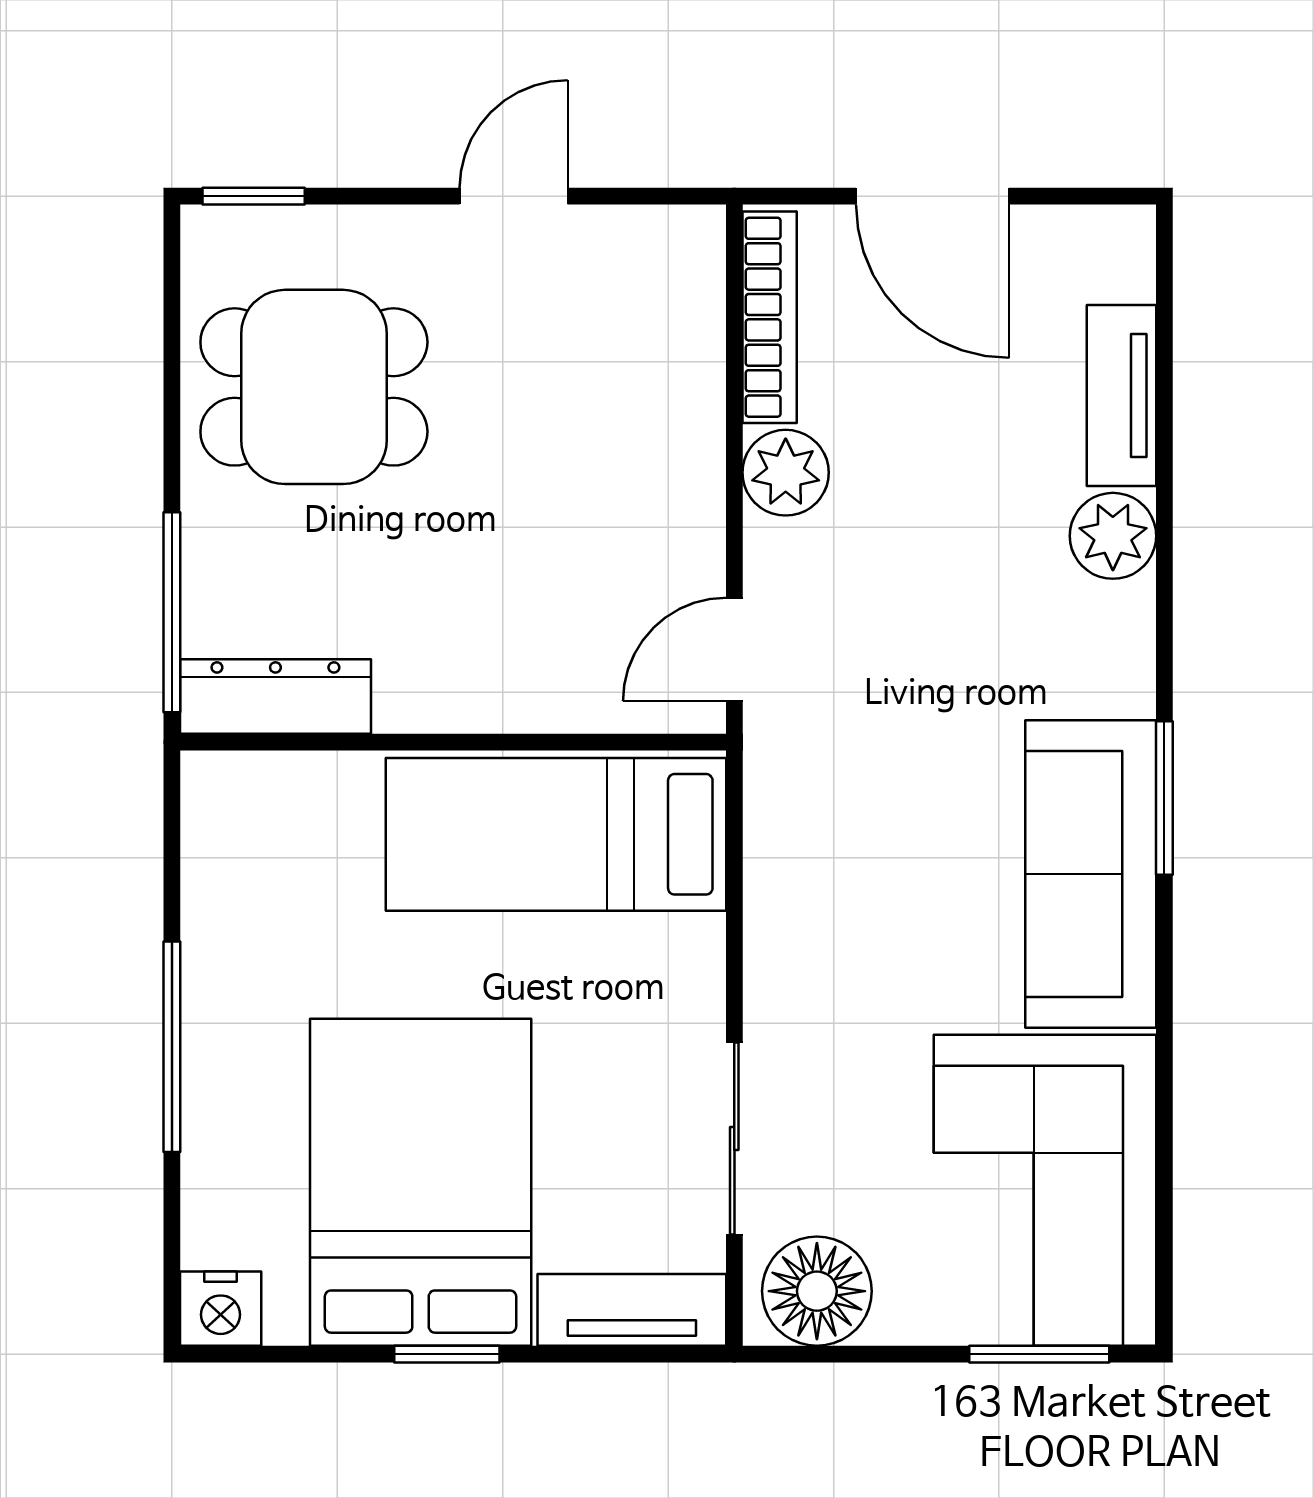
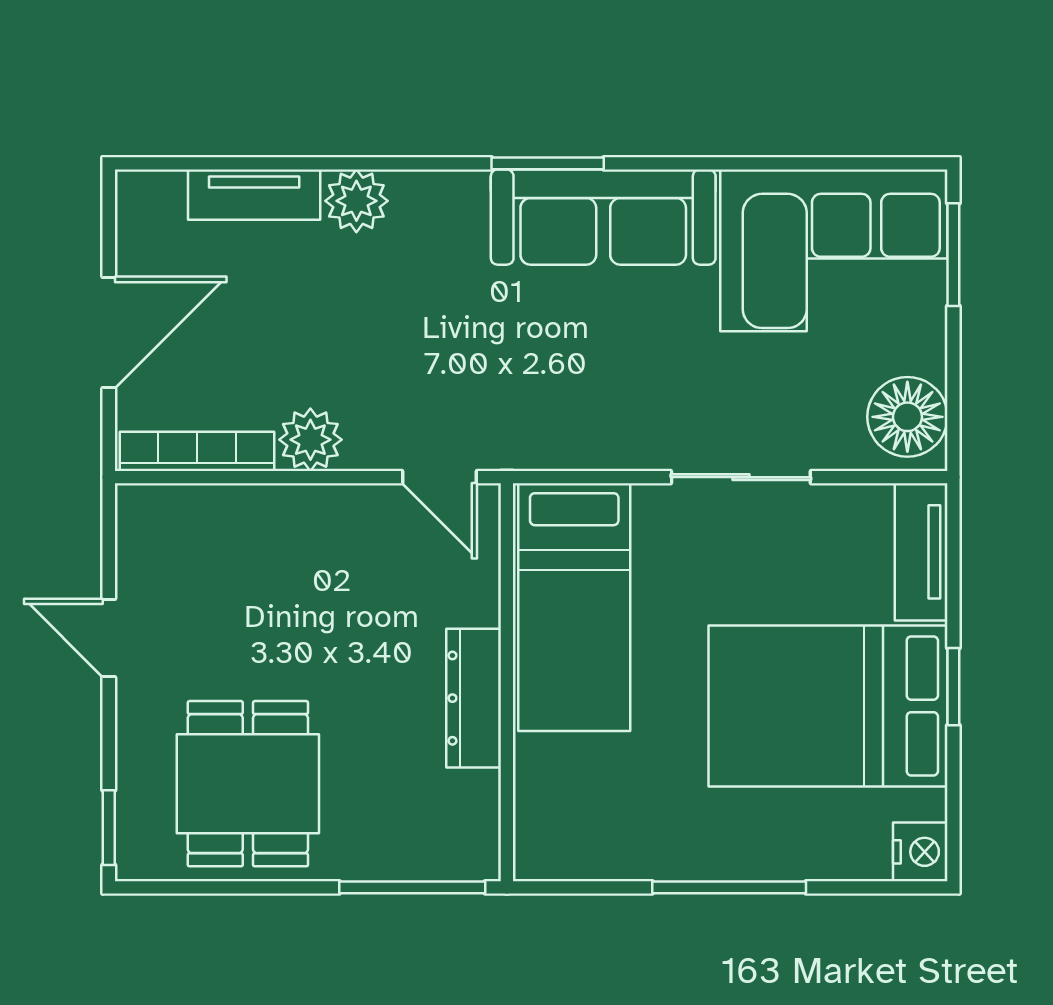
dresser: (275, 697) -> (474, 698), moved
sliding door: (734, 1139) -> (741, 477), moved

